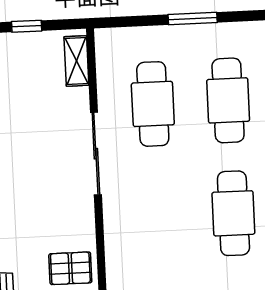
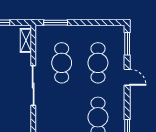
window: (193, 18) -> (56, 23), moved

